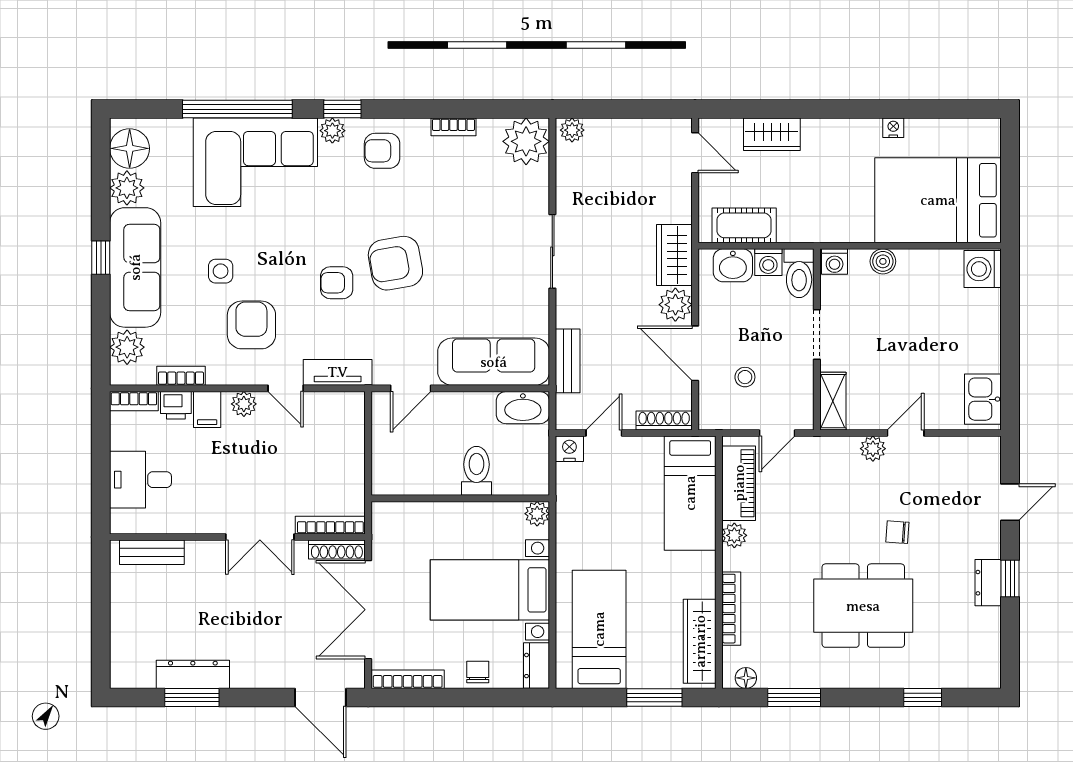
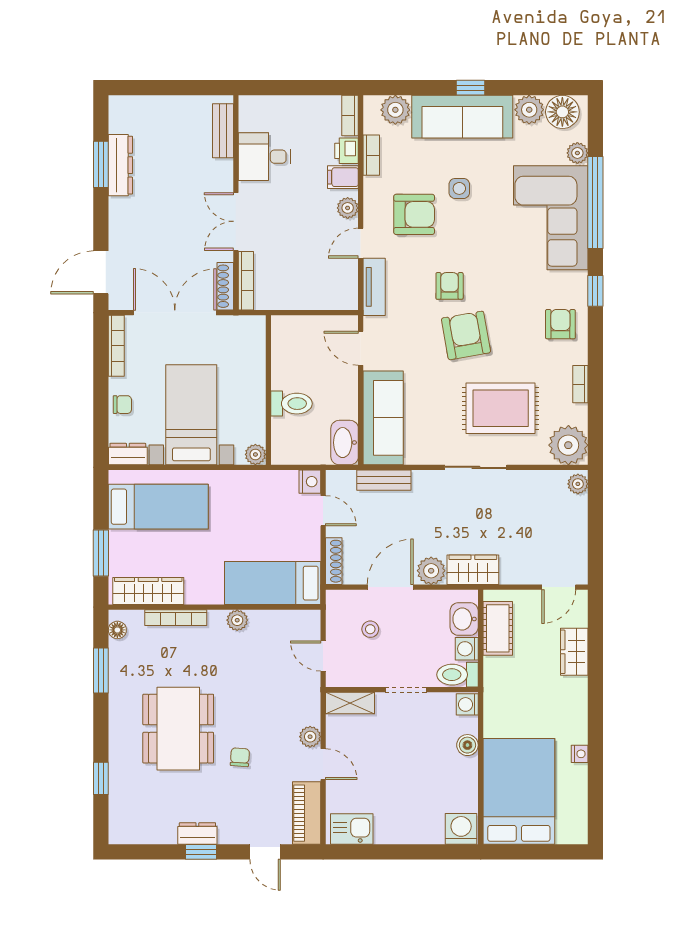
plant: (332, 131) -> (577, 153), moved
rug: (482, 222) -> (501, 408), added
desk: (140, 480) -> (264, 157), moved, turned -90
piano: (739, 483) -> (307, 813), moved, turned 90

